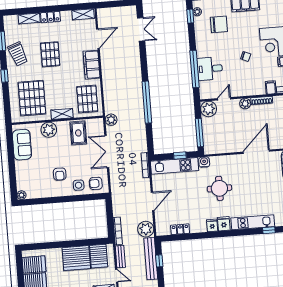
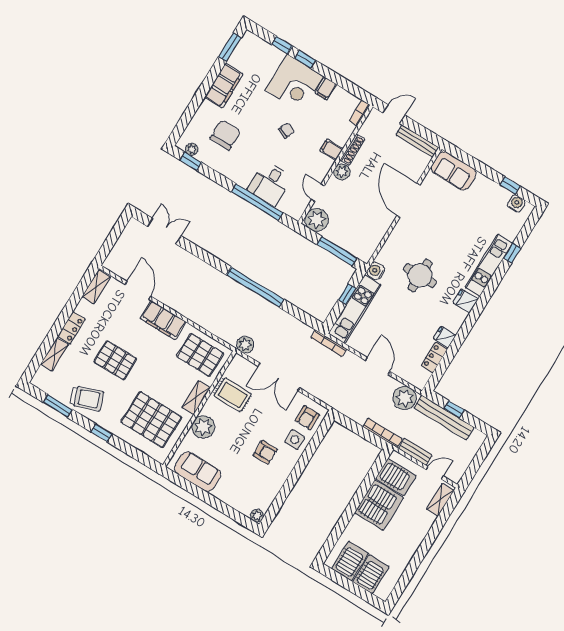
filing cabinet: (271, 88) -> (331, 150), moved
fridge: (212, 225) -> (445, 337), moved

